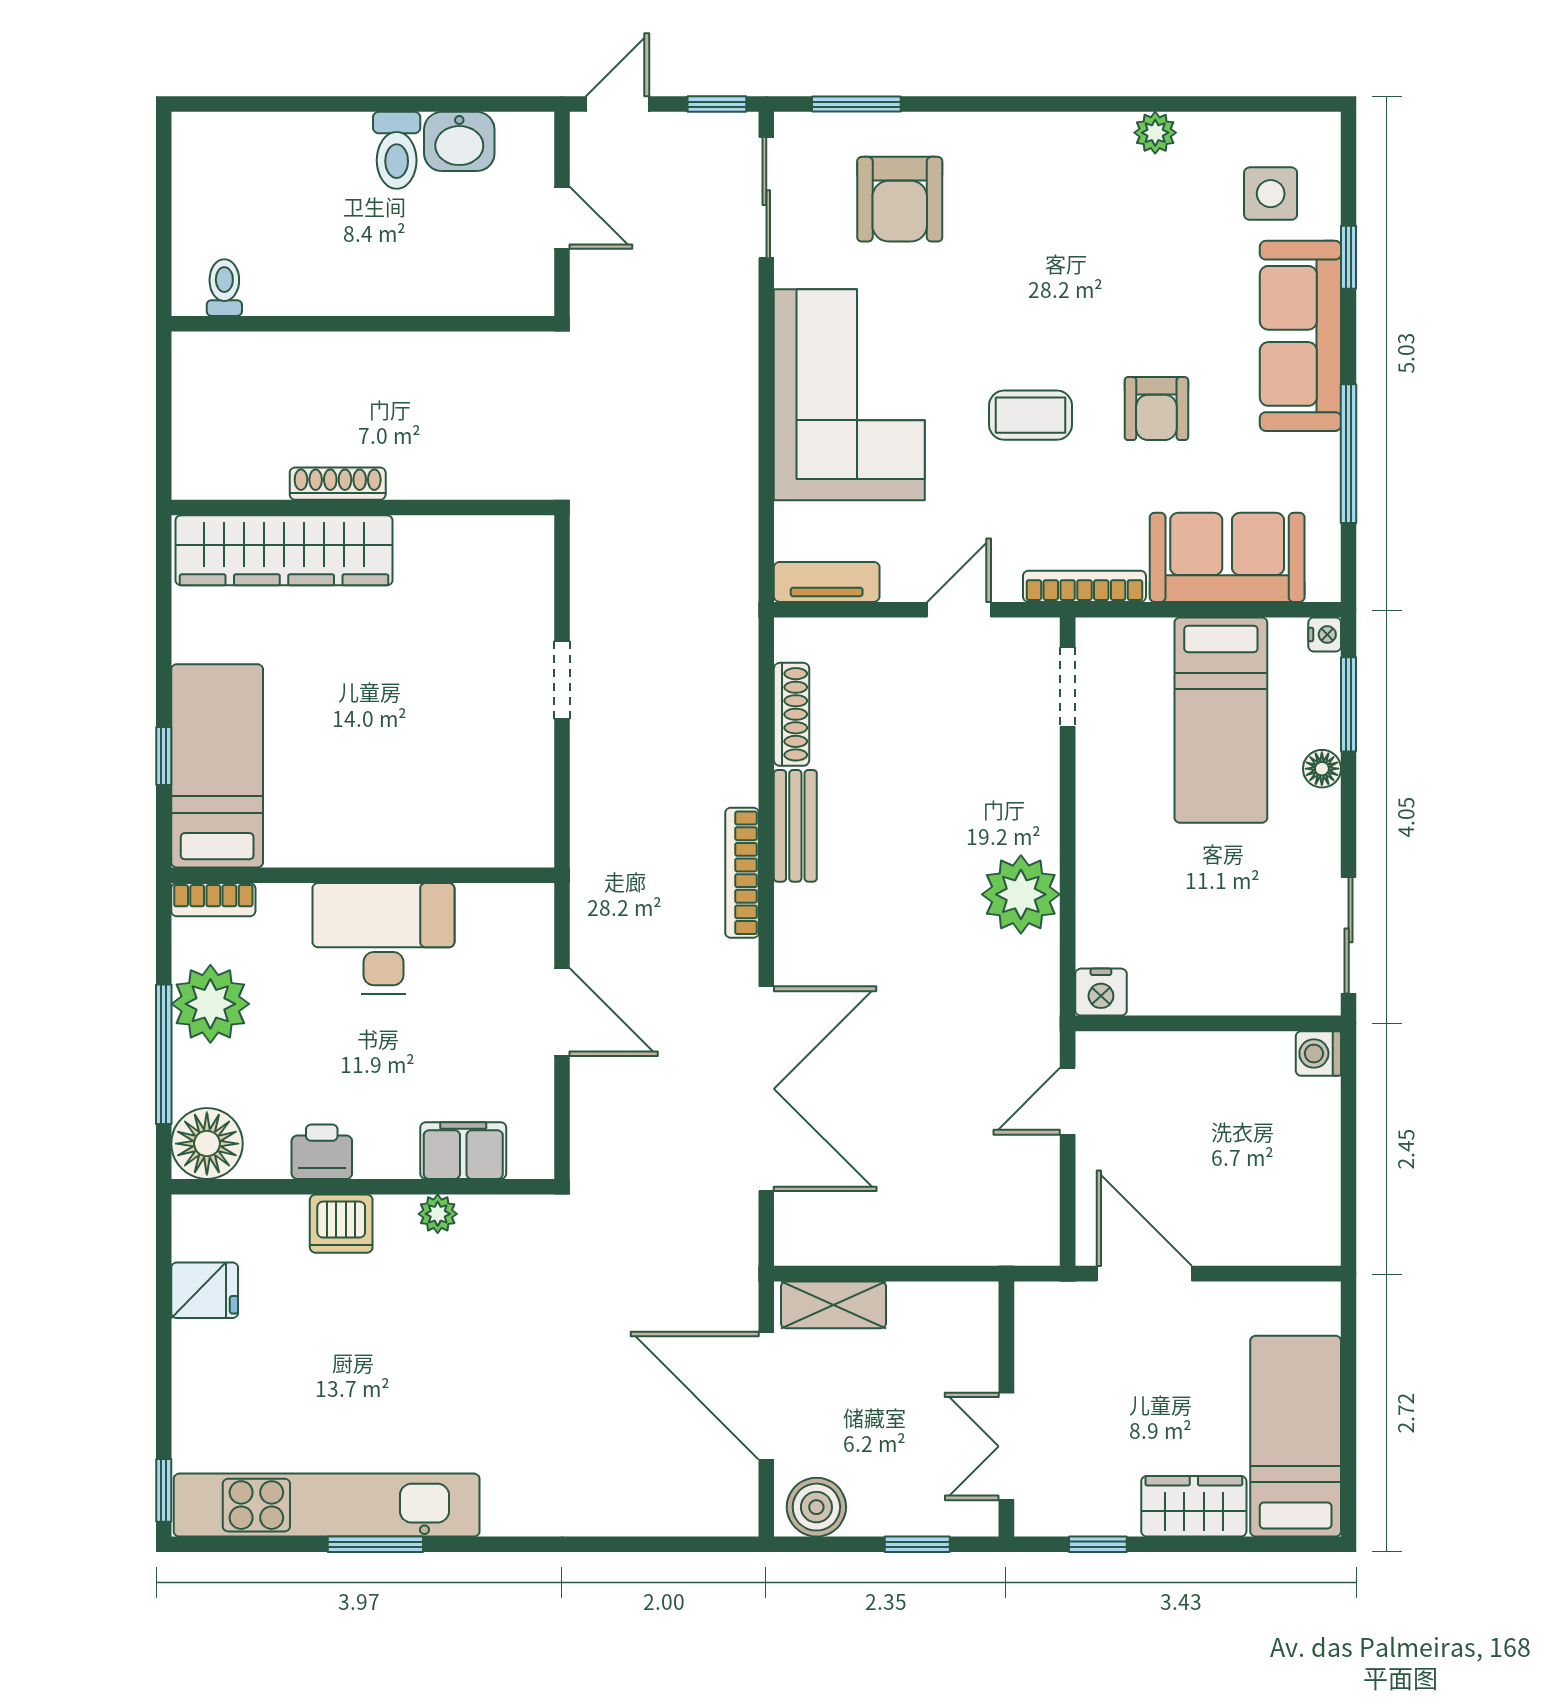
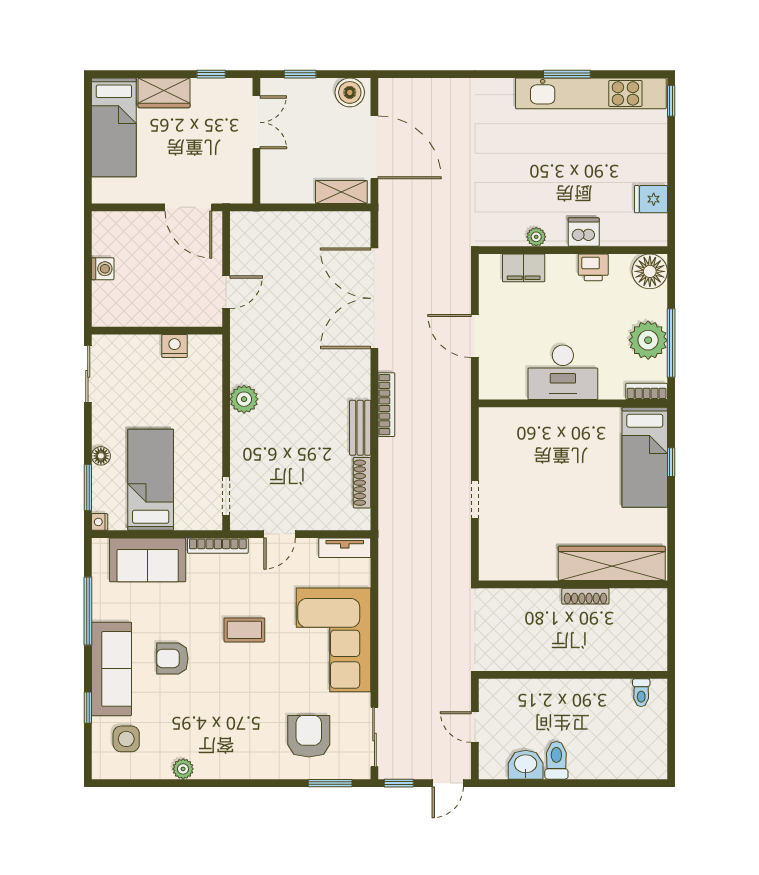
armchair: (1156, 409) -> (172, 658), moved, turned -90
plant: (1021, 894) -> (244, 399), width x0.73, depth x0.73
nightstand: (1101, 992) -> (175, 346), moved
washing machine: (1318, 1053) -> (103, 269), moved
window: (164, 1054) -> (671, 343), moved

